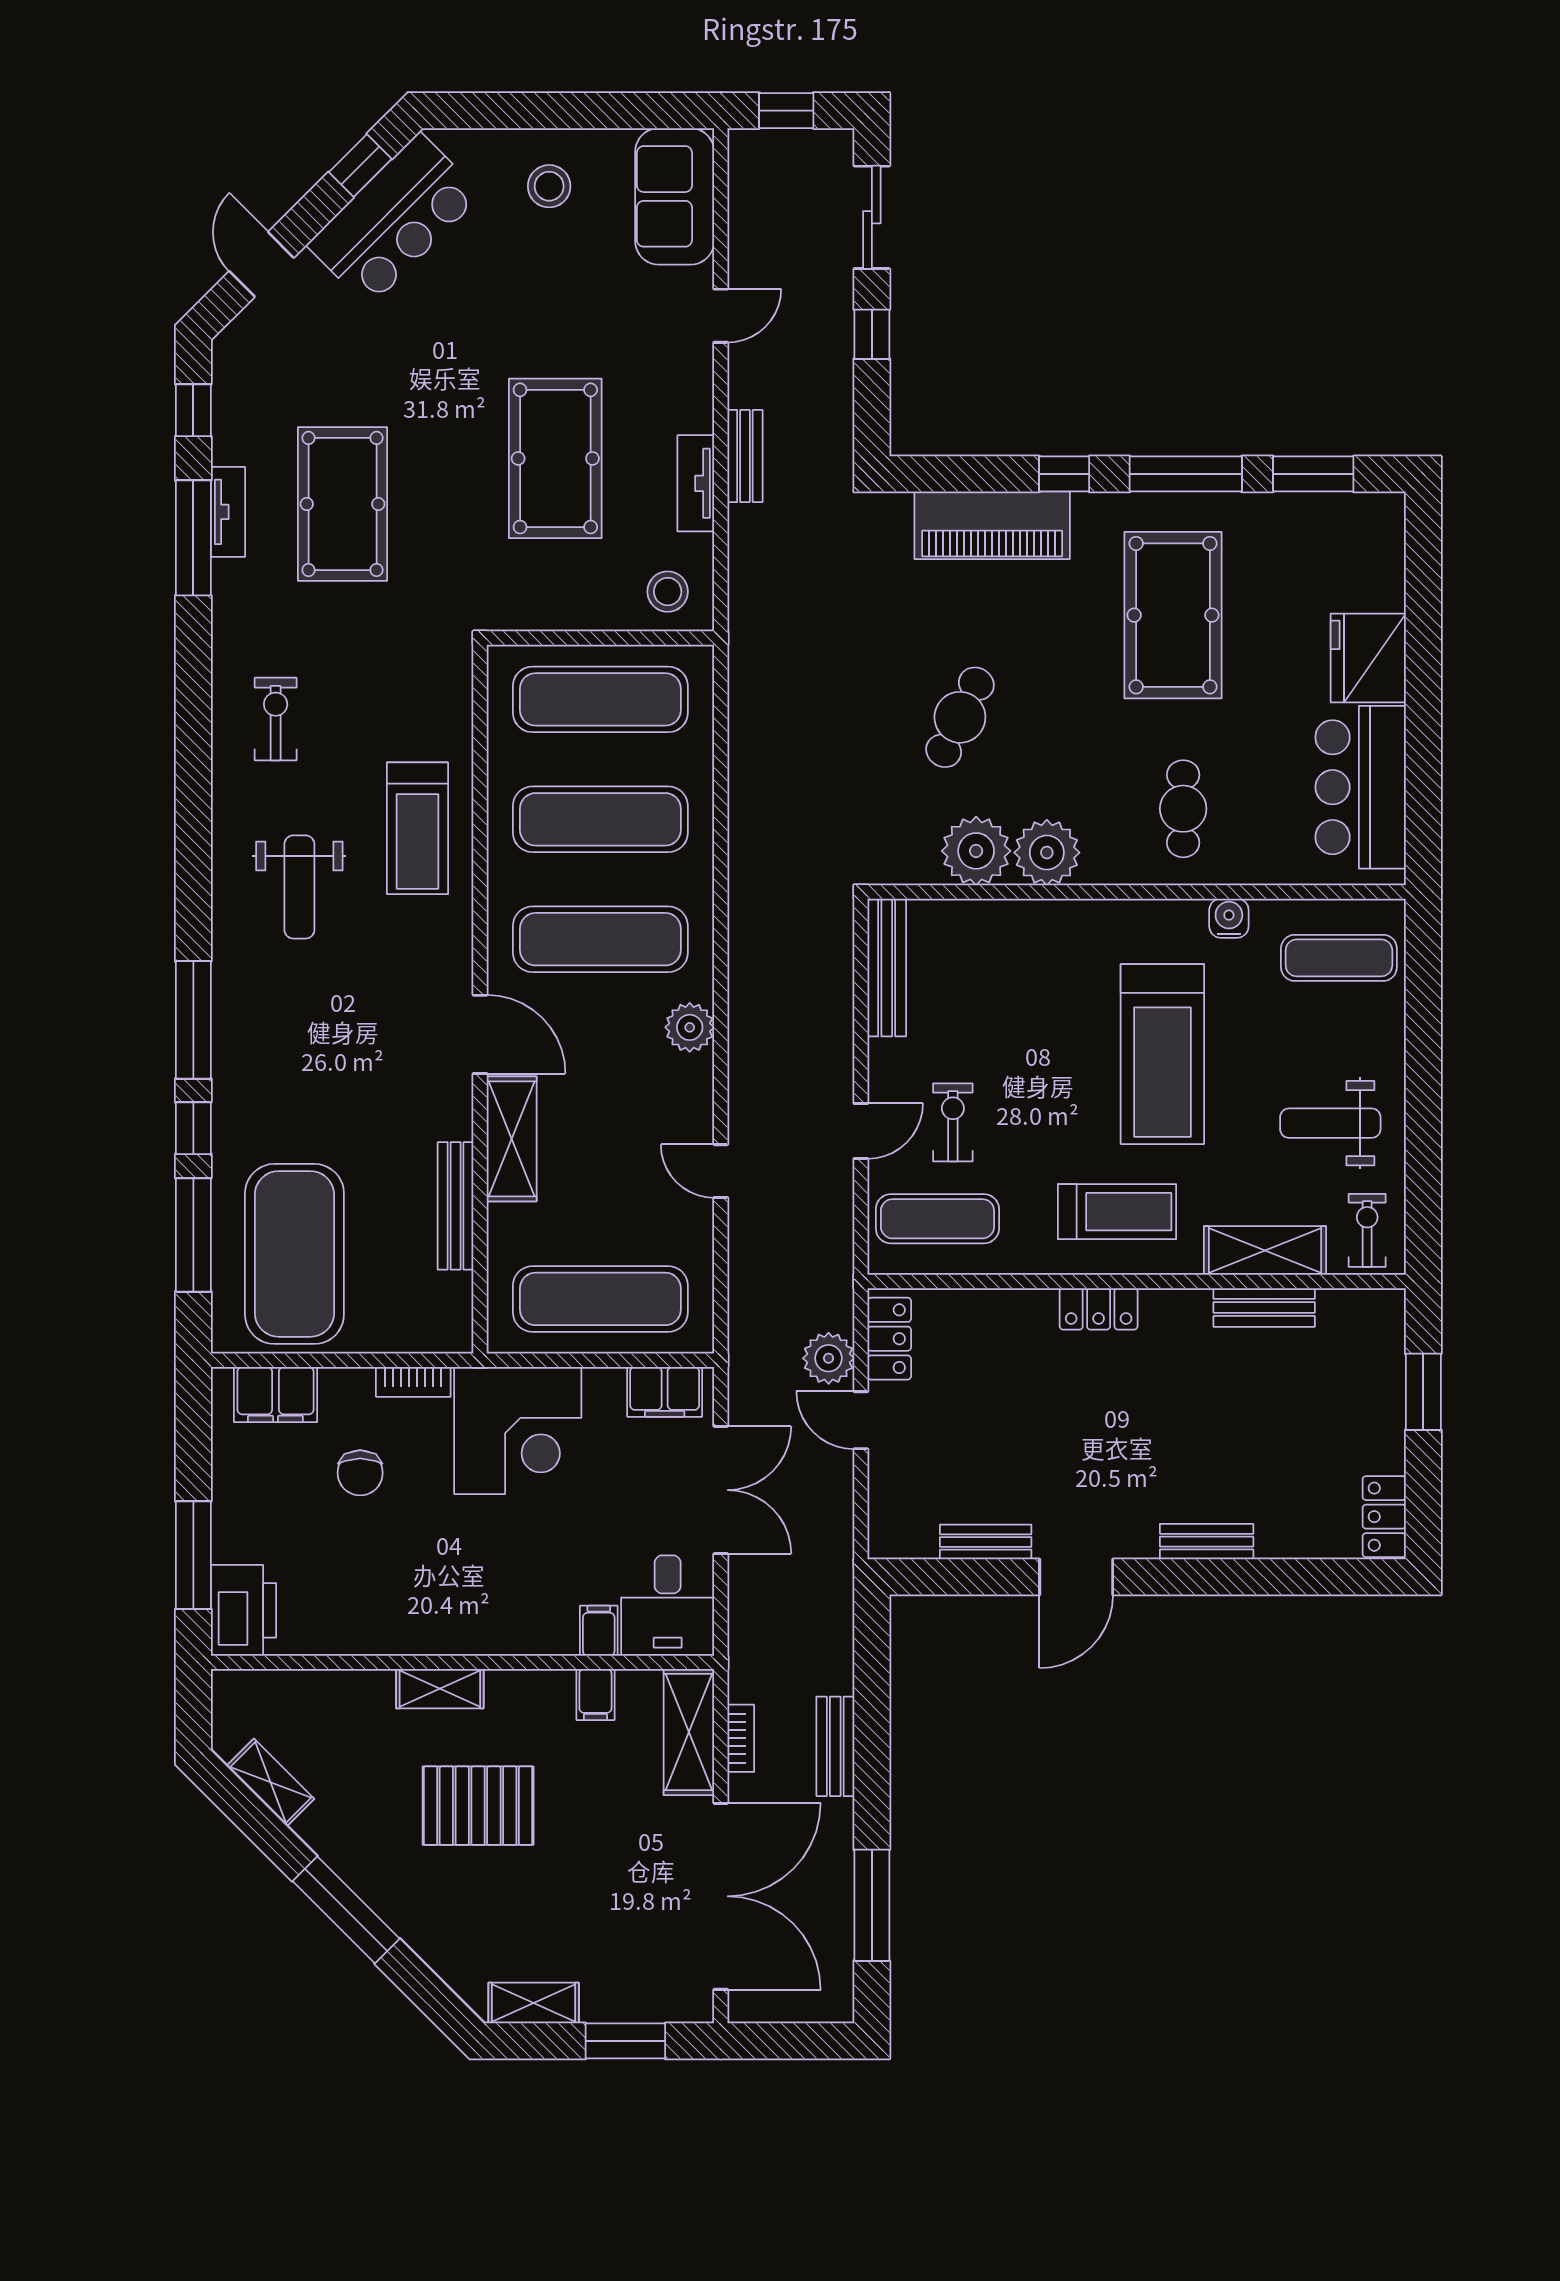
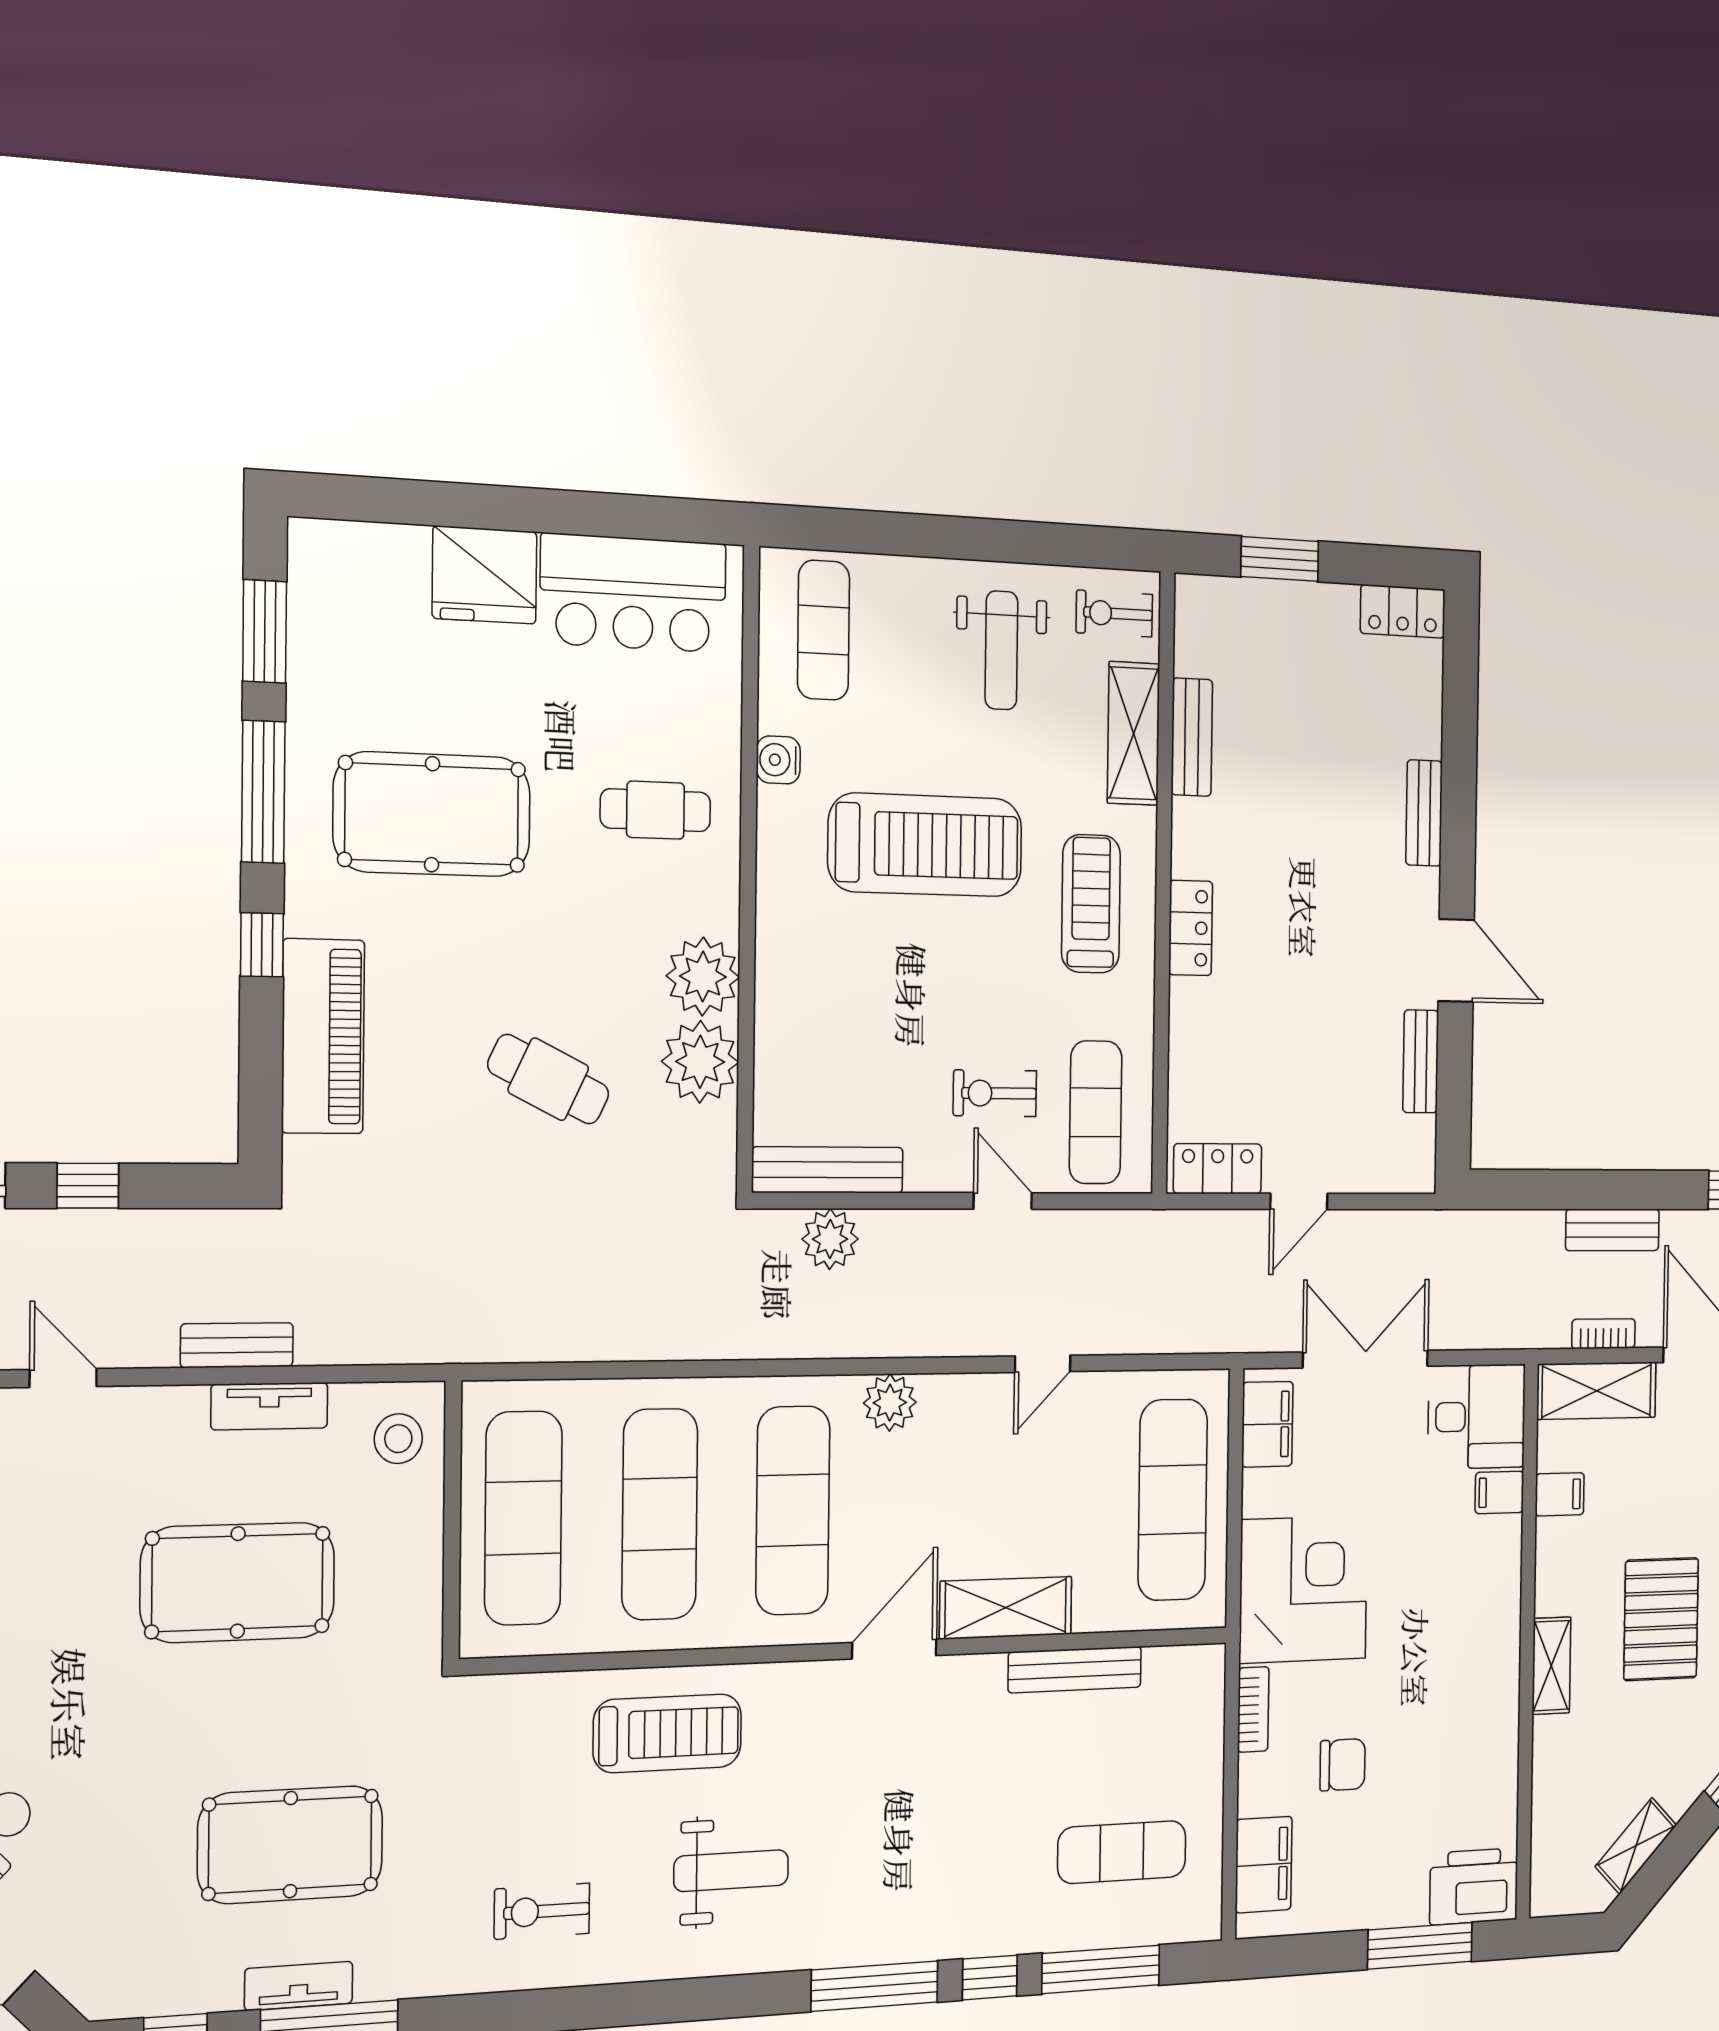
exercise mat: (294, 1254) -> (1122, 1852), width x0.50, depth x0.69
plant: (829, 1358) -> (830, 1239), moved

